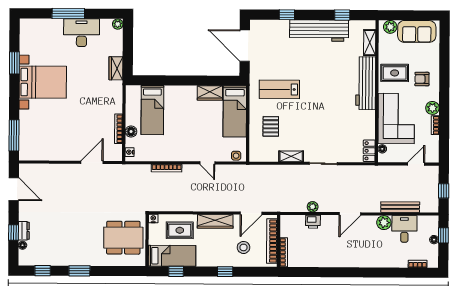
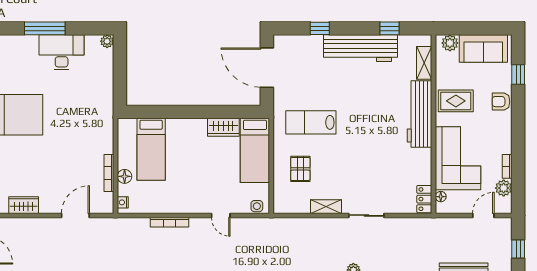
window: (444, 52) -> (518, 75), added
wardrobe: (116, 68) -> (24, 205), moved, turned 90
armchair: (422, 79) -> (501, 102), moved
plant: (432, 108) -> (504, 188), moved

